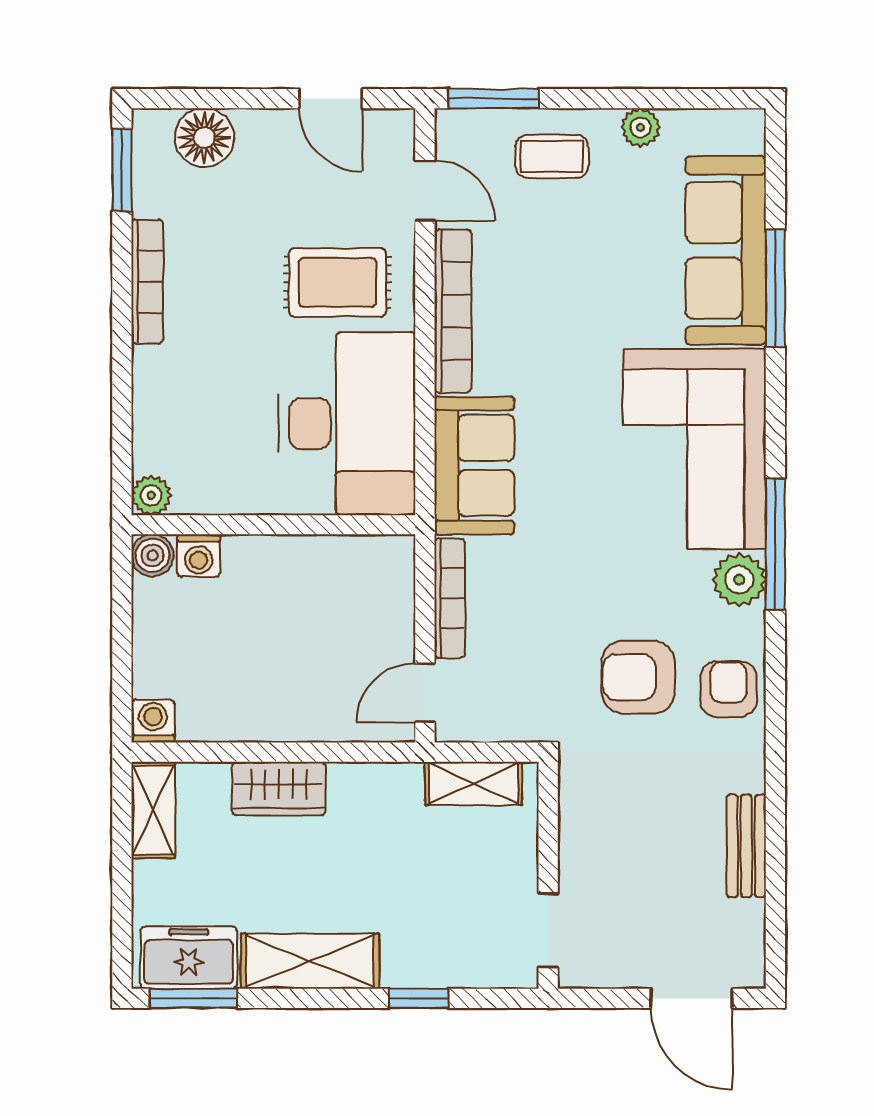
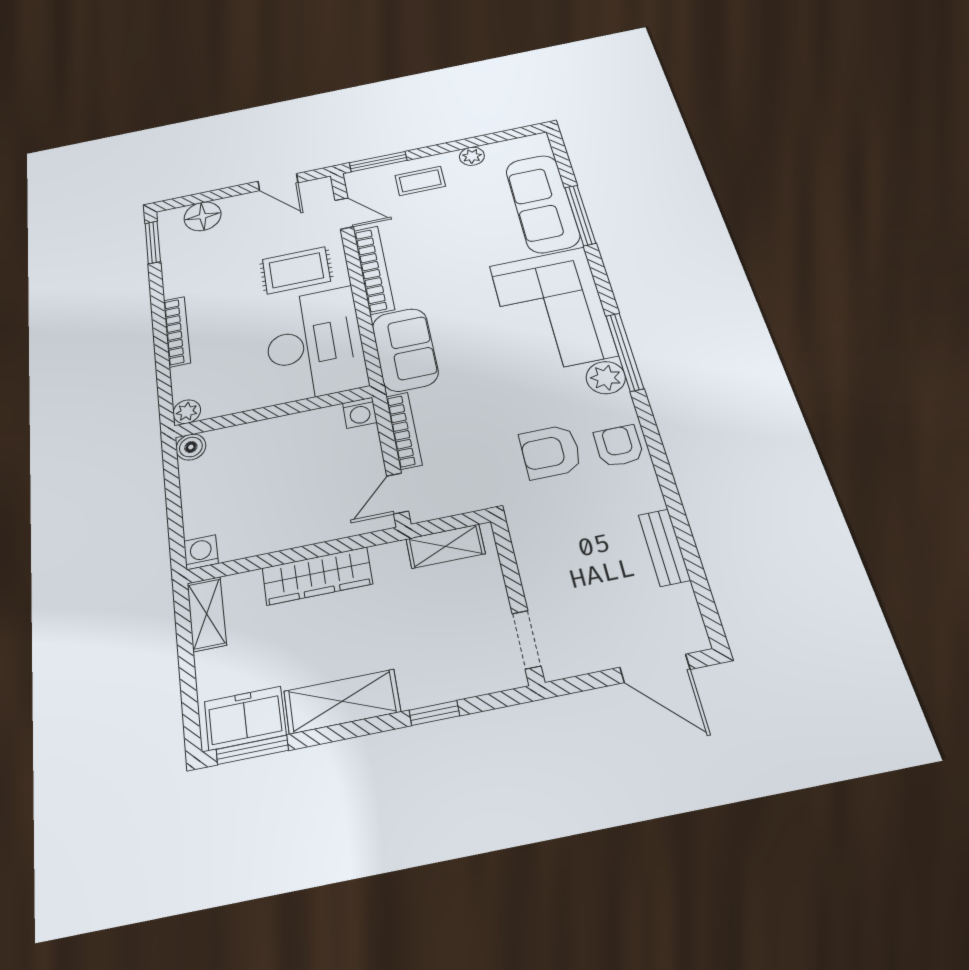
bookcase: (147, 282) -> (177, 331), moved
washing machine: (199, 556) -> (360, 413), moved
wardrobe: (279, 789) -> (317, 576), width x1.50

